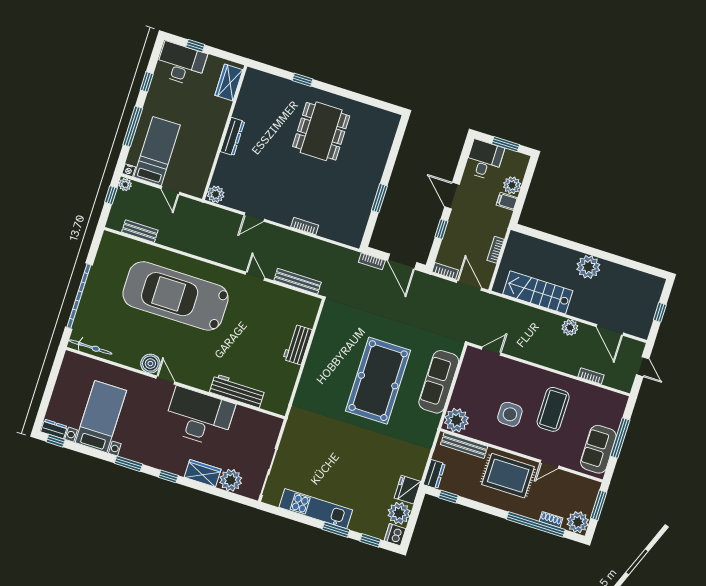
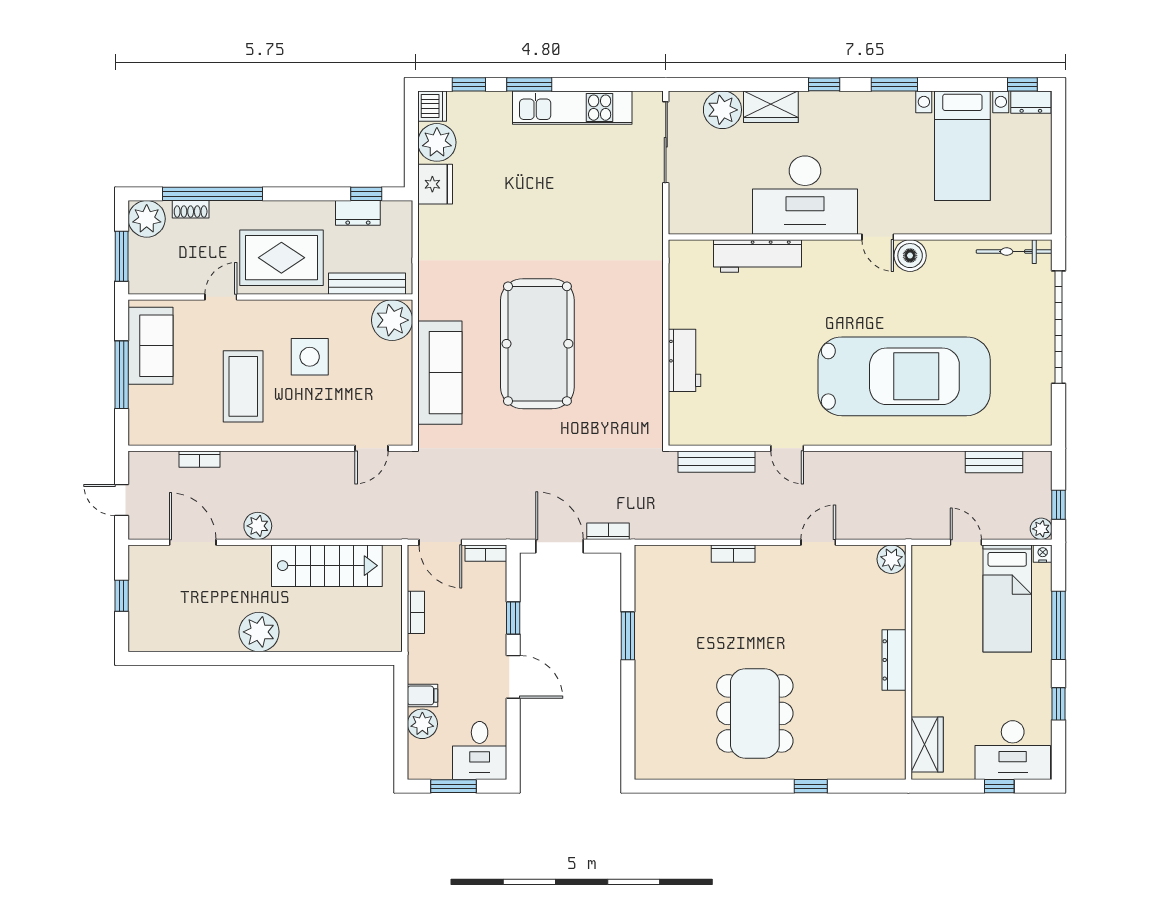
dresser: (434, 474) -> (358, 213), moved, turned -90

